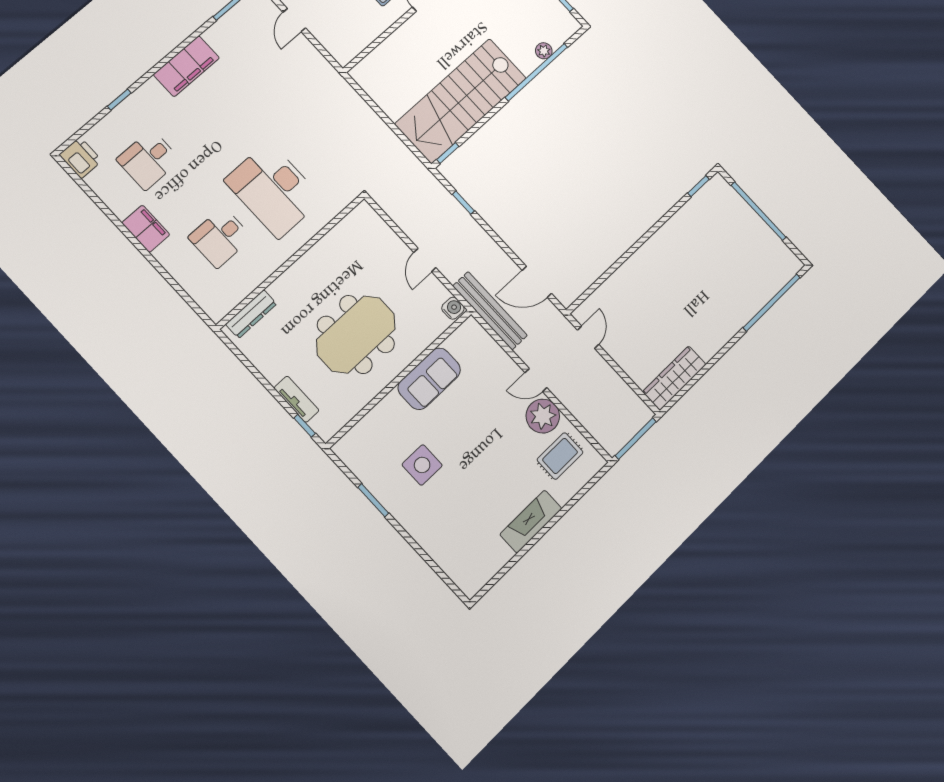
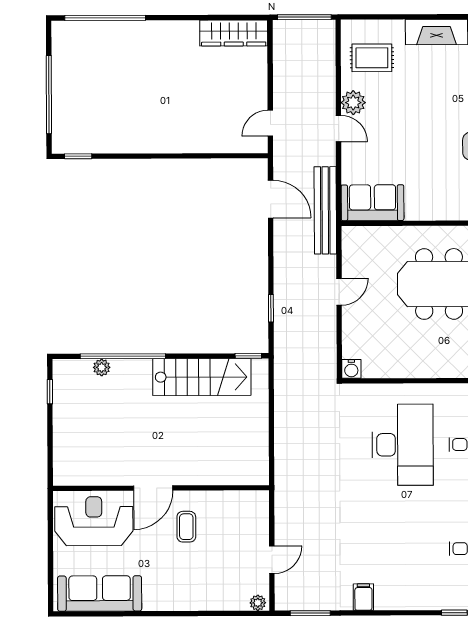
filing cabinet: (186, 66) -> (363, 597), width x0.33, depth x0.86
stairs: (461, 101) -> (202, 377), width x0.73, depth x0.66
water cooler: (453, 308) -> (351, 369), moved, turned -90
sofa: (429, 379) -> (372, 203), moved
plant: (543, 416) -> (353, 103), width x0.73, depth x0.73

